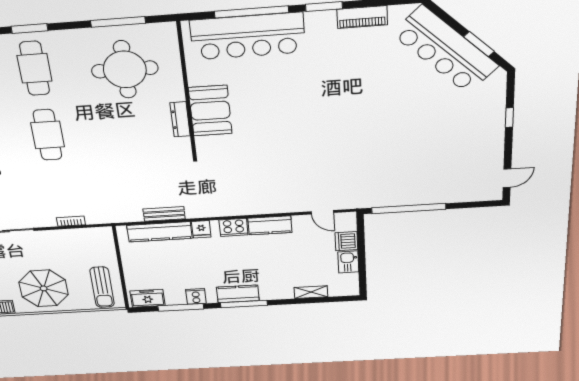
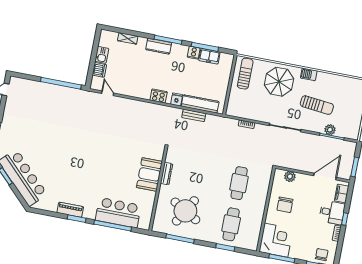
piano: (362, 17) -> (70, 210), moved
bar counter: (248, 36) -> (118, 213), width x0.73
round table: (125, 69) -> (185, 211), turned 30
kitchen counter: (270, 225) -> (138, 92), removed
kitchen counter: (238, 294) -> (159, 46), moved
freezer: (148, 298) -> (209, 56), moved

